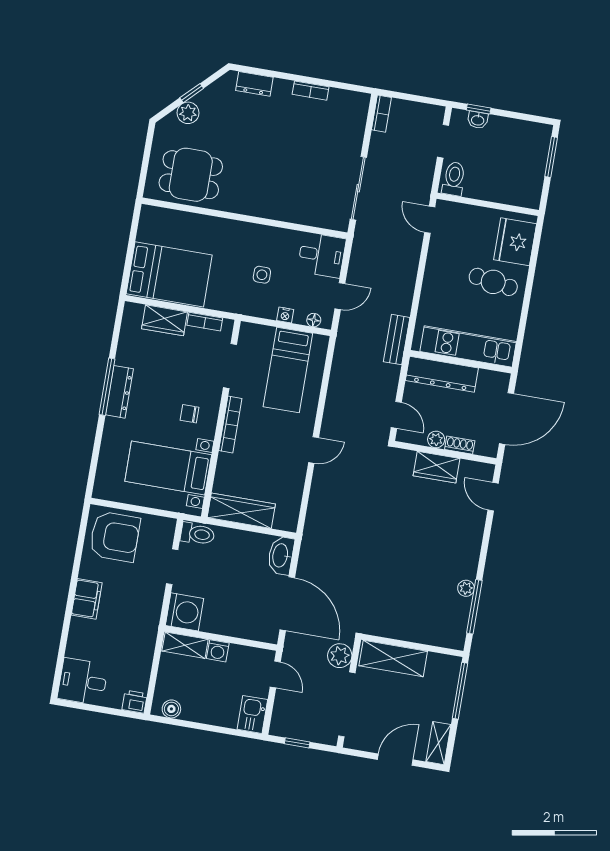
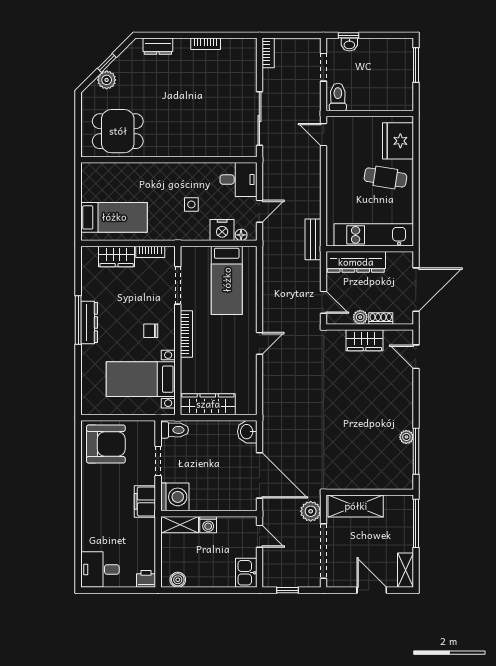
bed: (169, 274) -> (114, 217), width x0.67
nightstand: (285, 315) -> (222, 230), width x1.89, depth x1.79
washbasin: (281, 555) -> (247, 432), width x0.72
filing cabinet: (87, 599) -> (145, 501), moved, turned 180
door: (395, 760) -> (372, 590), hinge flipped

